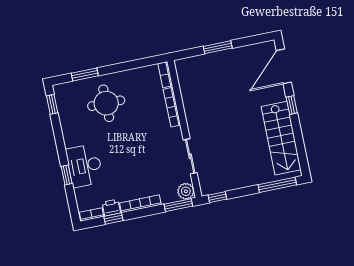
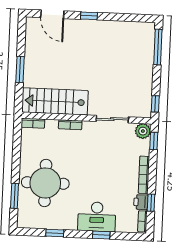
door: (284, 66) -> (52, 14), width x0.73
round table: (106, 103) -> (45, 183), width x1.36, depth x1.36
window: (52, 104) -> (55, 233), moved
bookcase: (172, 107) -> (70, 125), width x0.64
stairs: (281, 138) -> (55, 101), moved, turned 180
window: (178, 205) -> (154, 141), width x0.67

